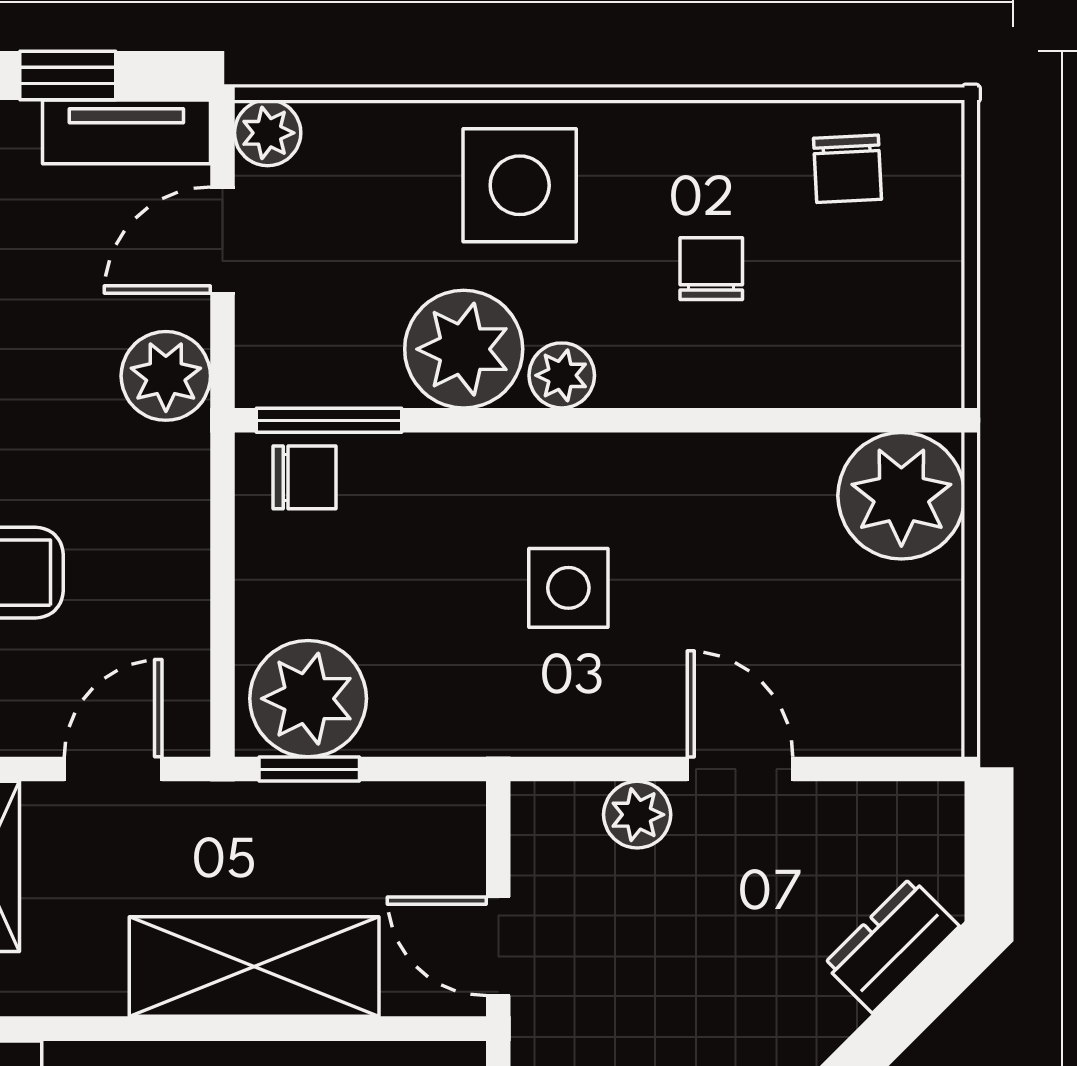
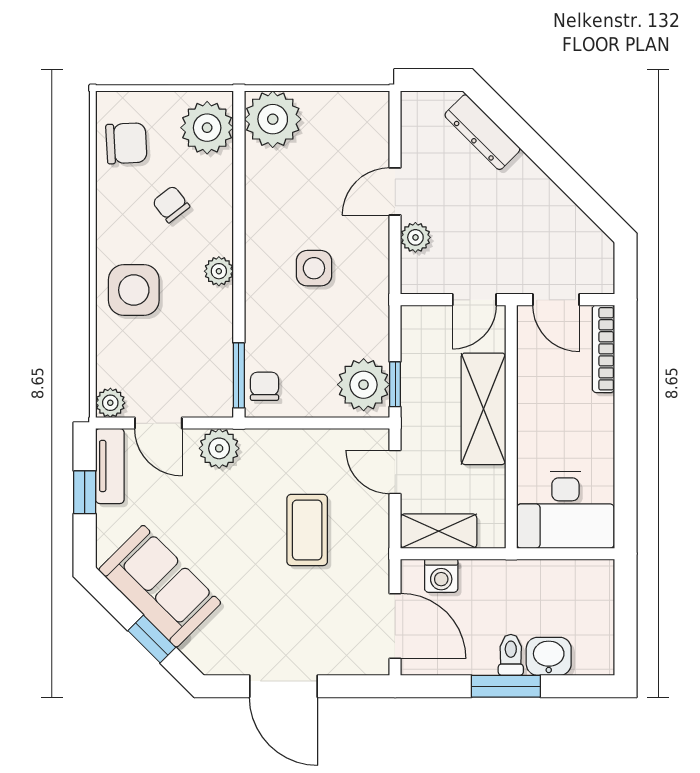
chair: (848, 169) -> (126, 143), width x1.37, depth x1.37
chair: (711, 269) -> (171, 204), turned 52
plant: (464, 349) -> (207, 128), moved
dresser: (892, 945) -> (482, 132), width x1.44

